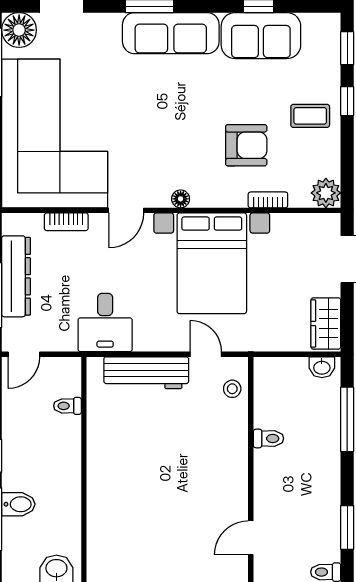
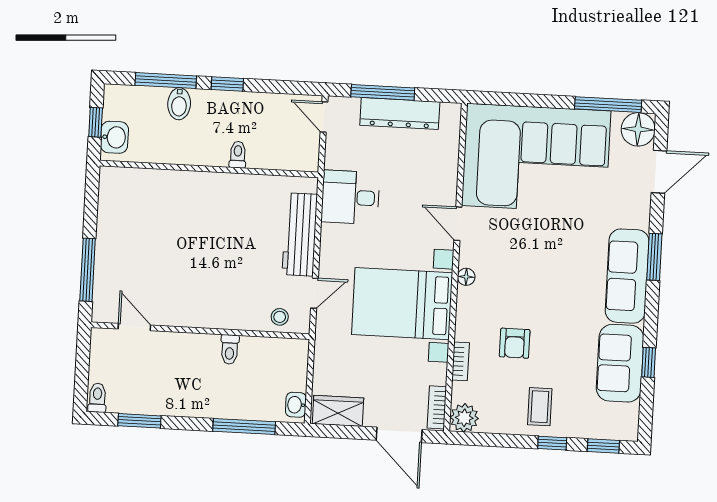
armchair: (246, 145) -> (515, 343), width x0.72, depth x0.72
bookcase: (66, 222) -> (437, 407), moved
toilet: (67, 406) -> (238, 155), moved

